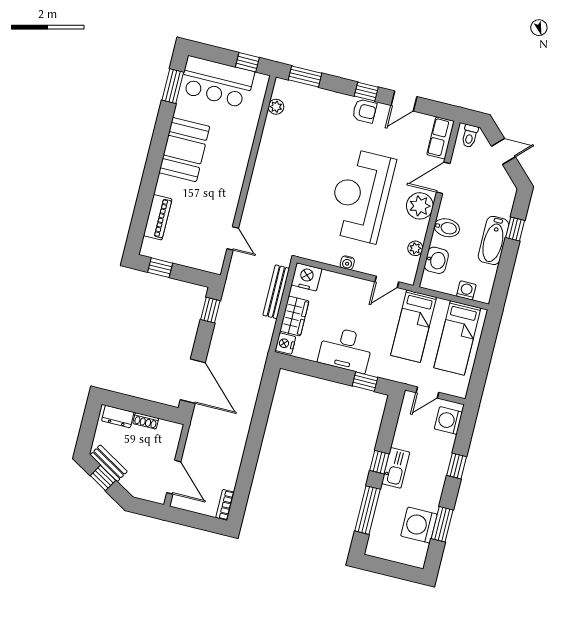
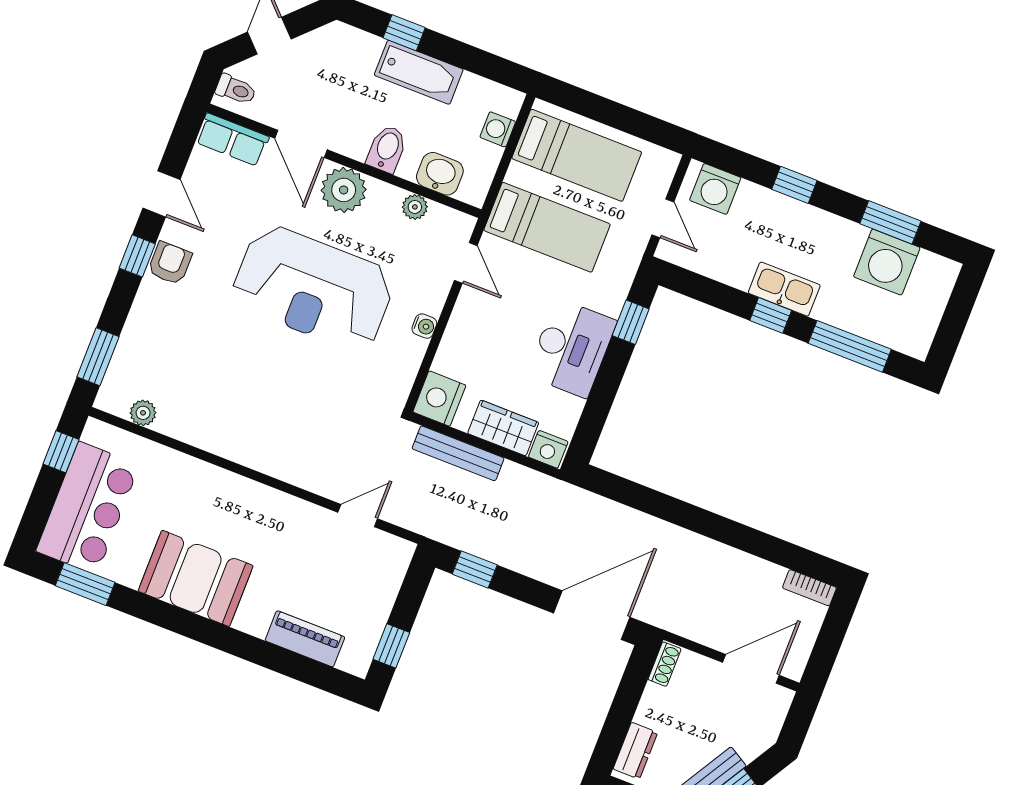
shoe rack: (146, 421) -> (665, 664), moved

